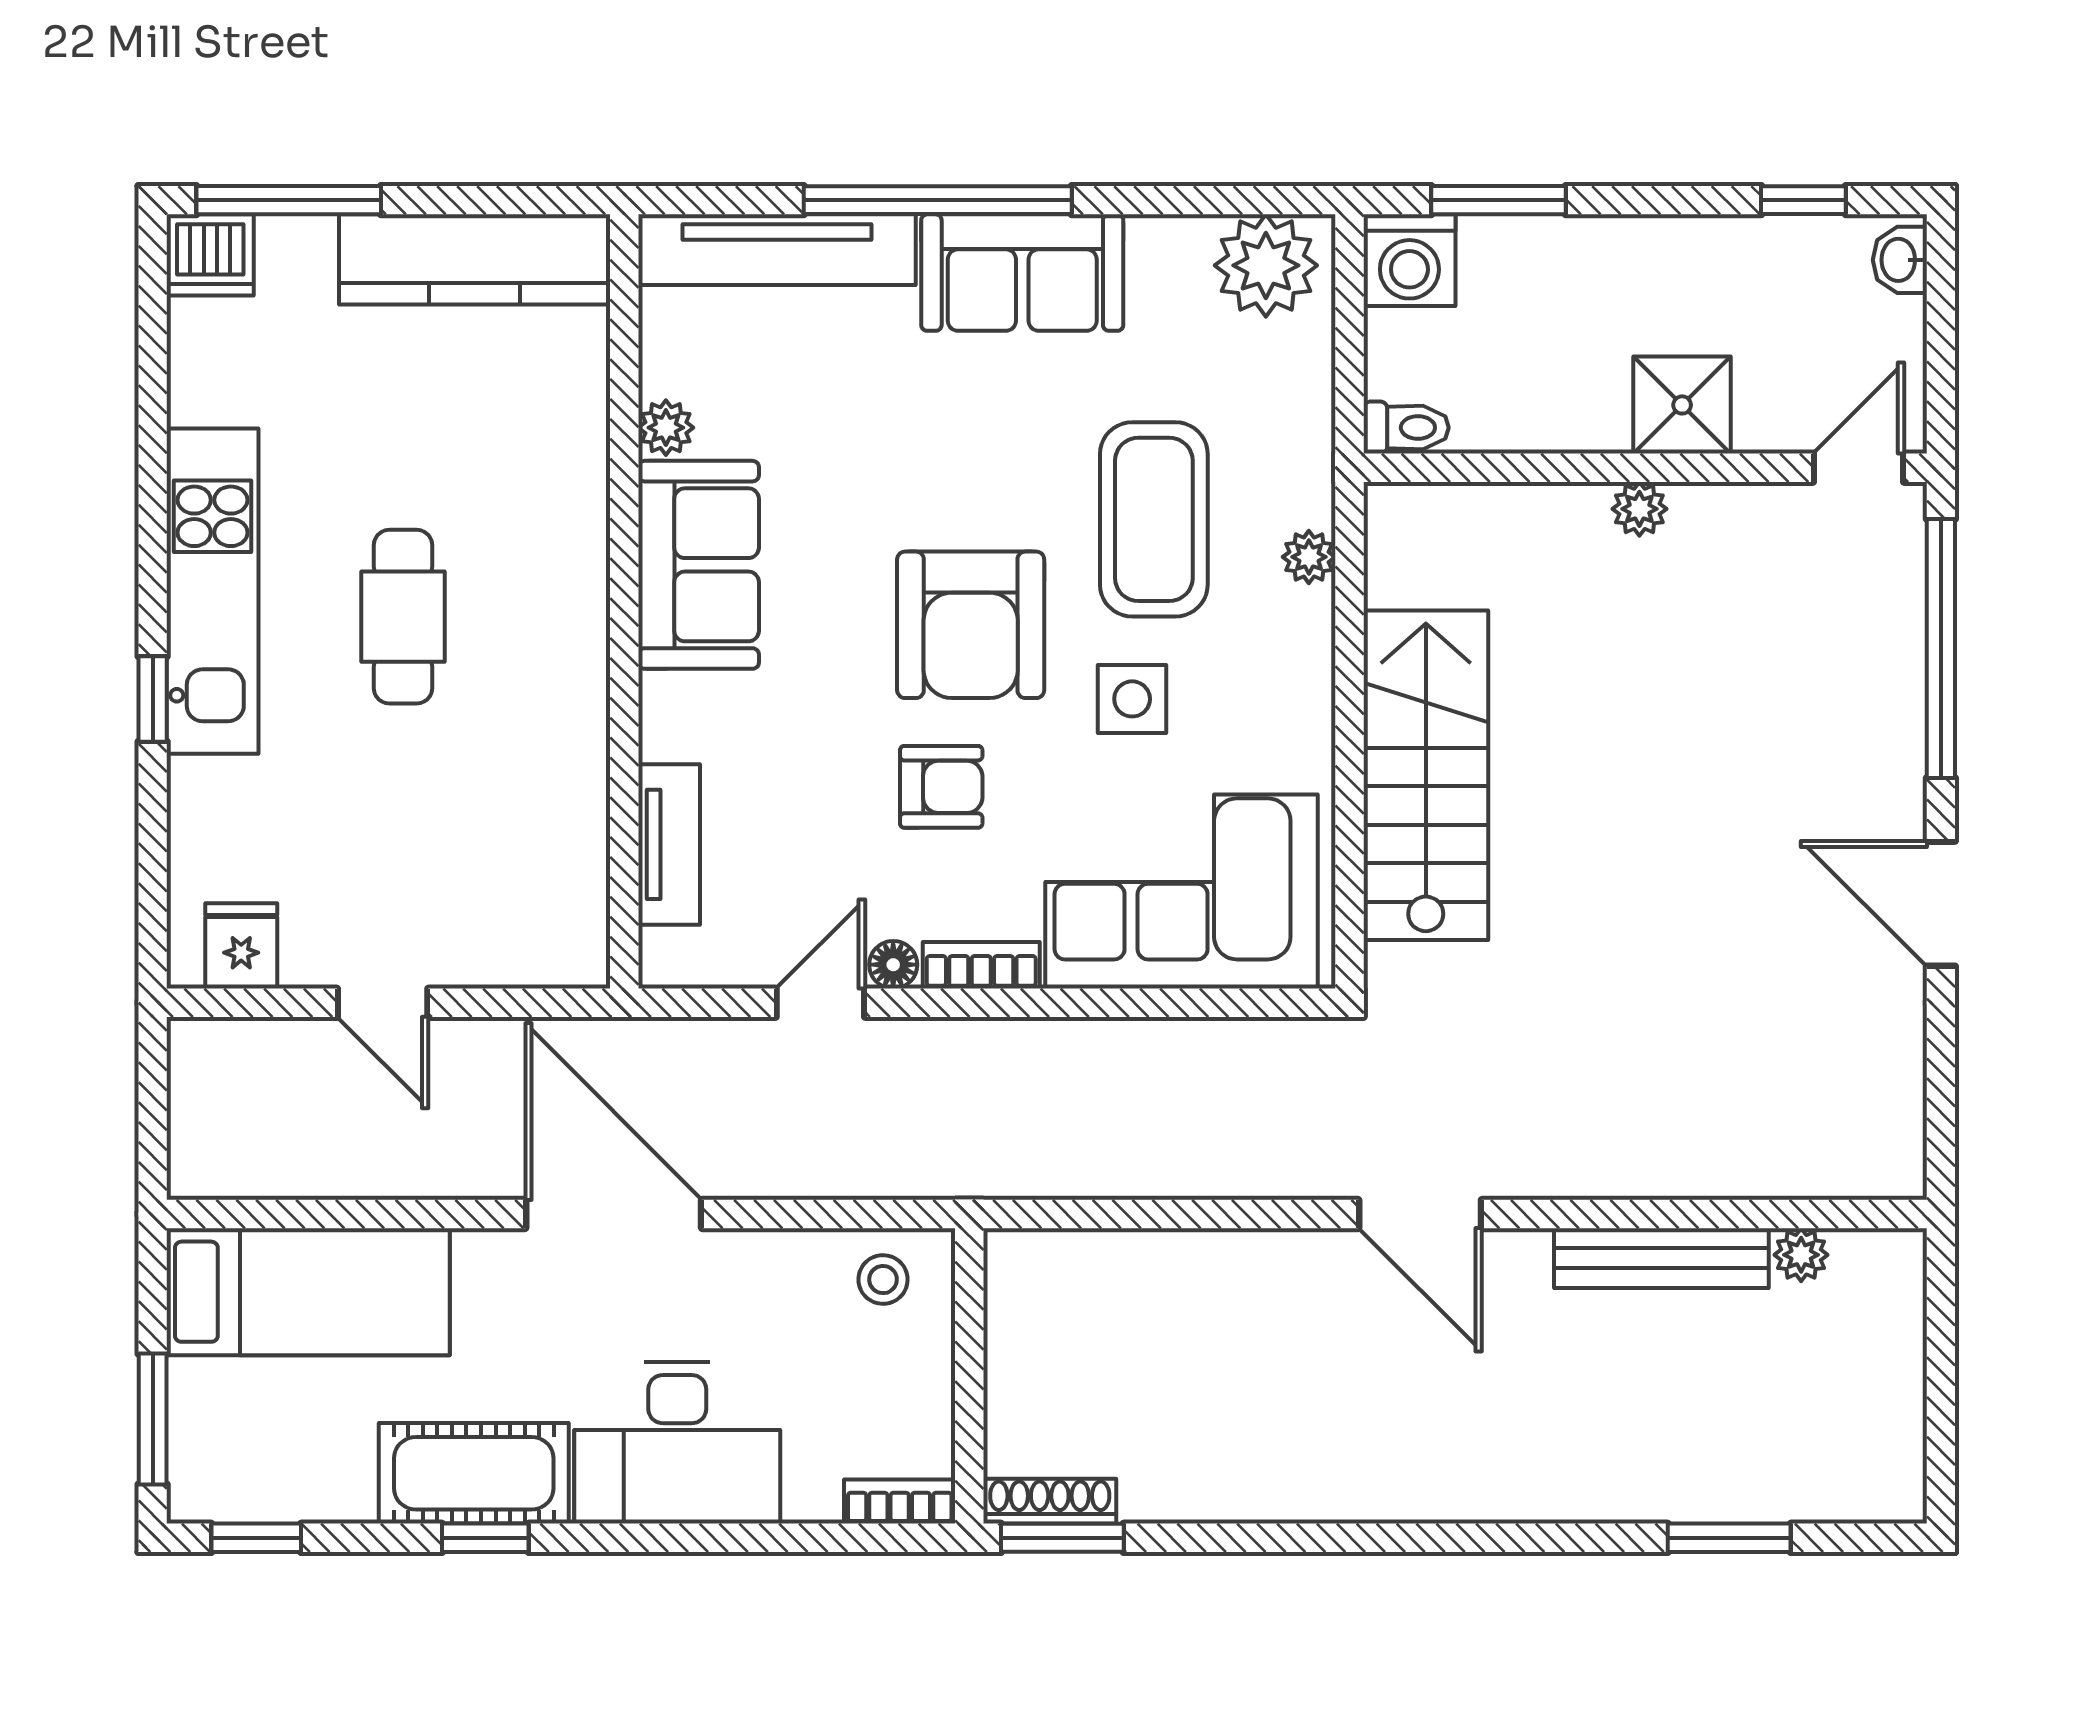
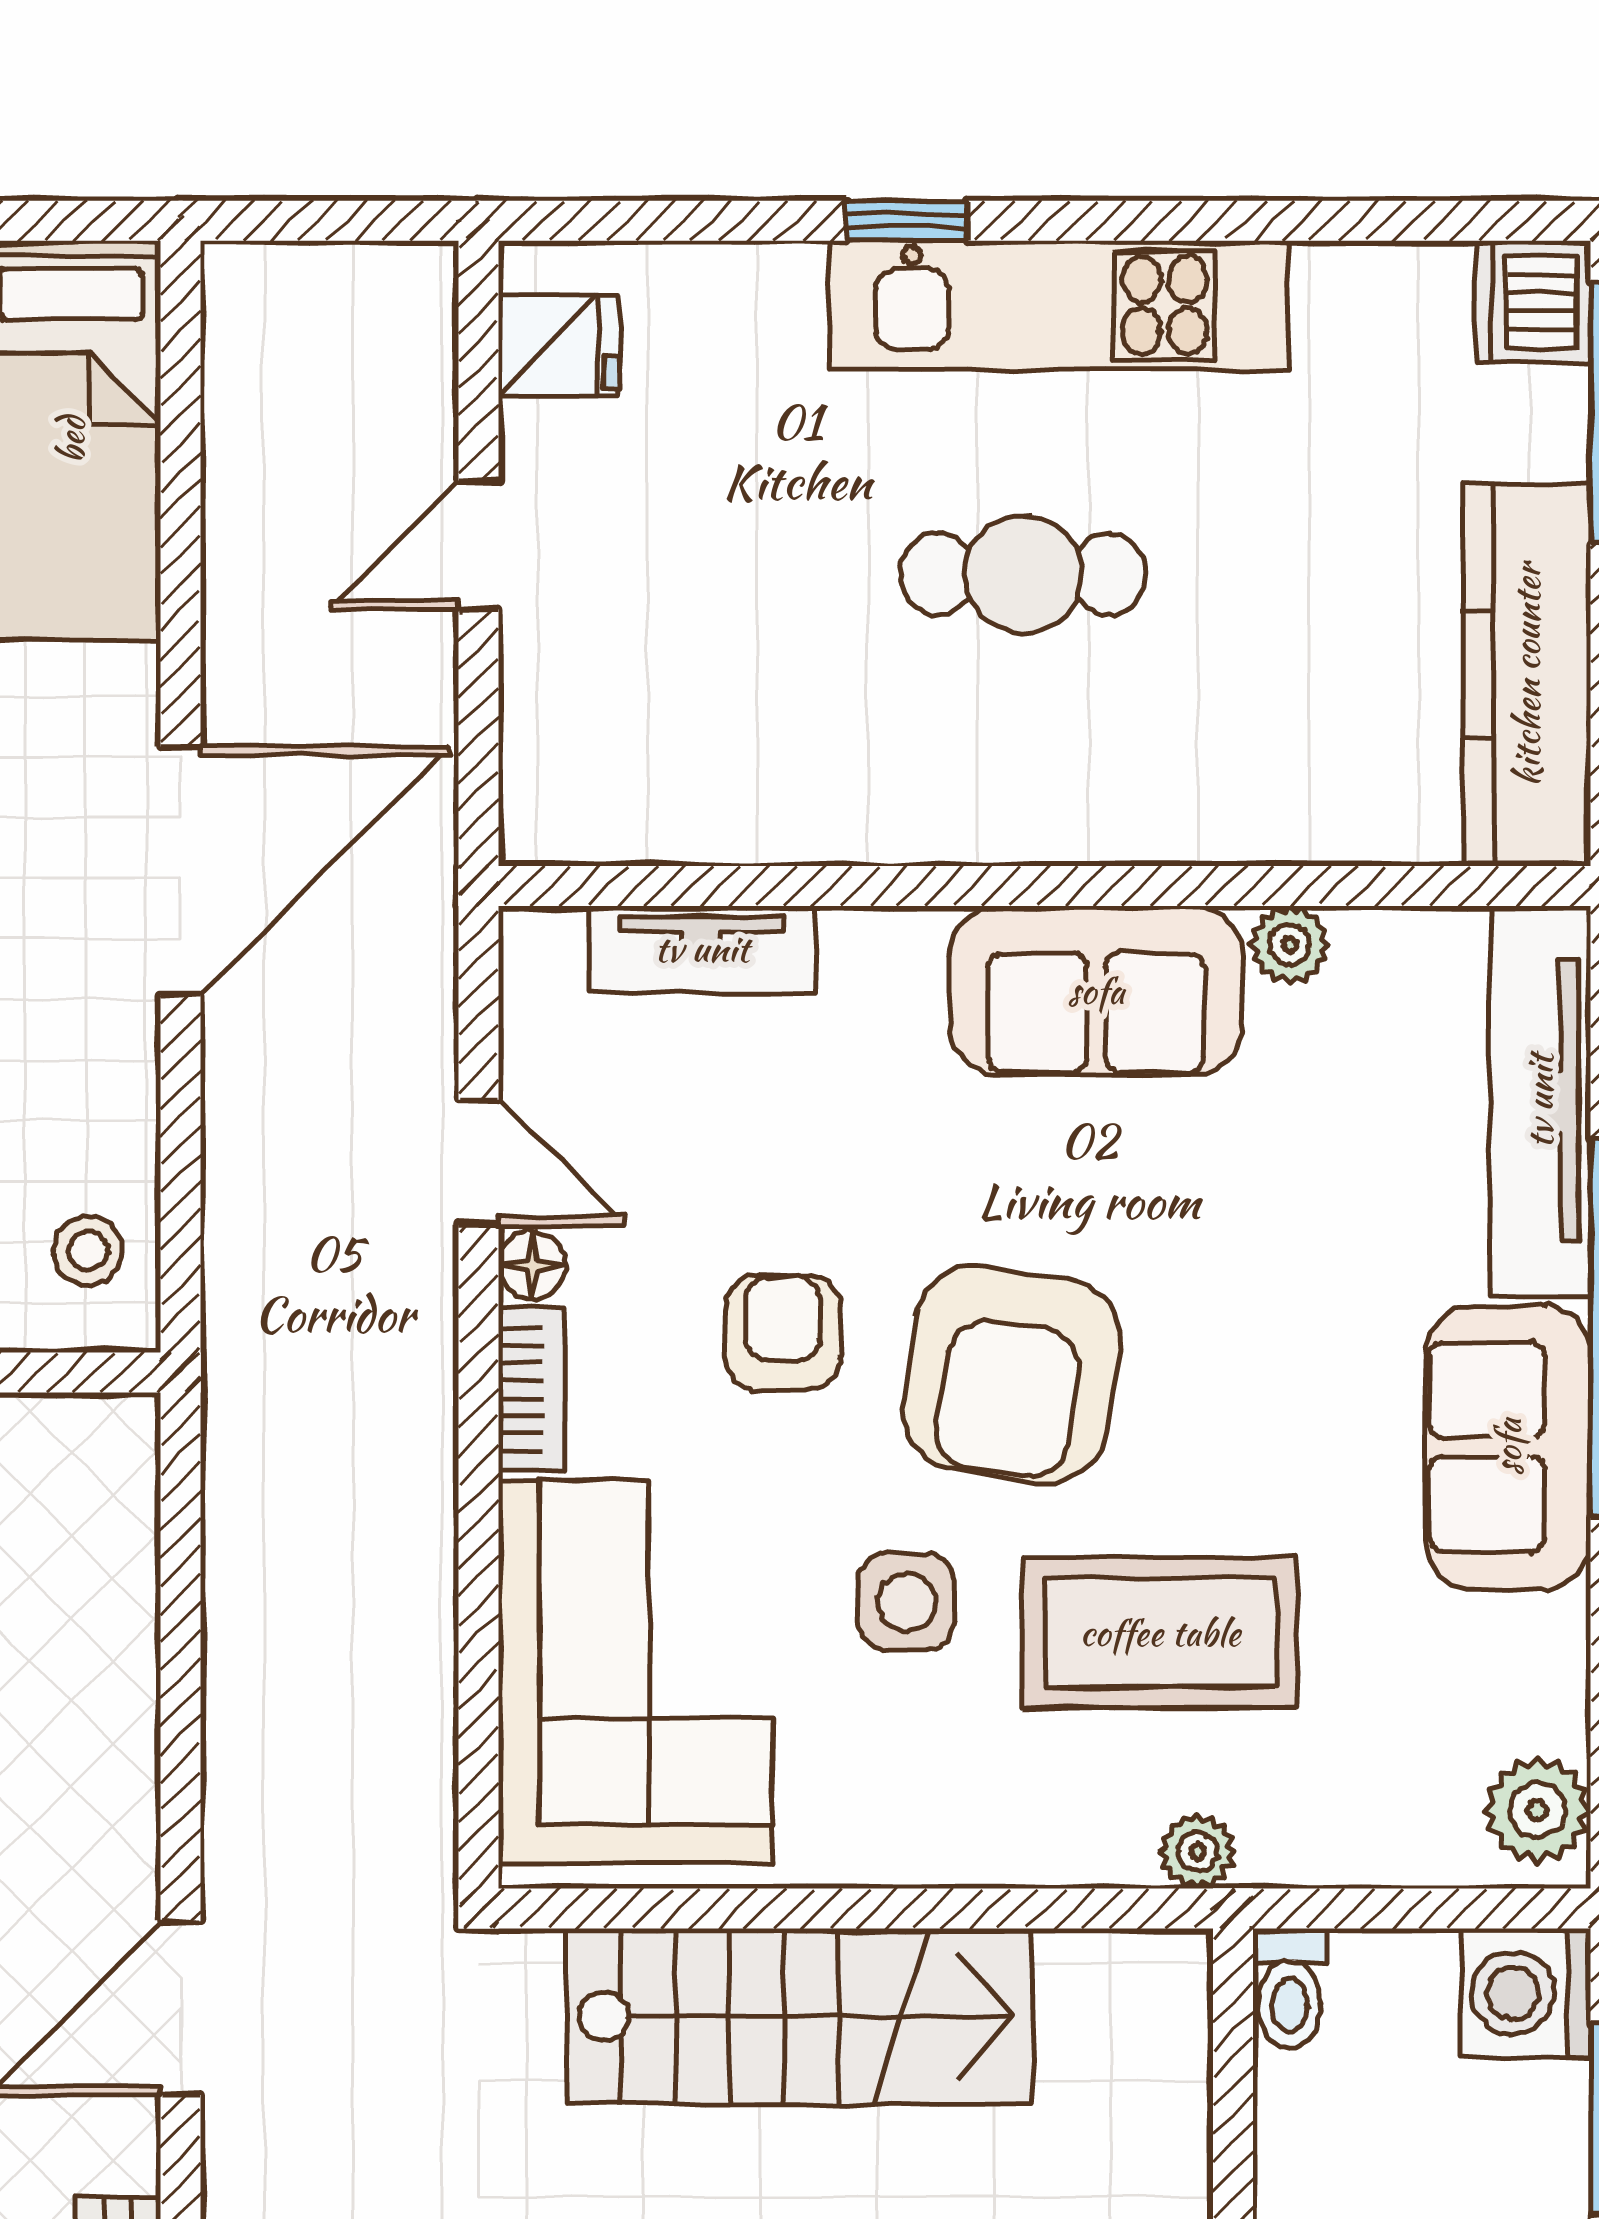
plant: (1266, 265) -> (1538, 1810), width x0.73, depth x0.73
plant: (1309, 557) -> (1197, 1852), moved
armchair: (971, 625) -> (1011, 1374), turned -81
armchair: (941, 787) -> (783, 1333), turned 180

